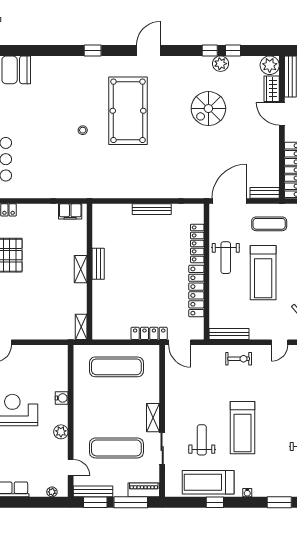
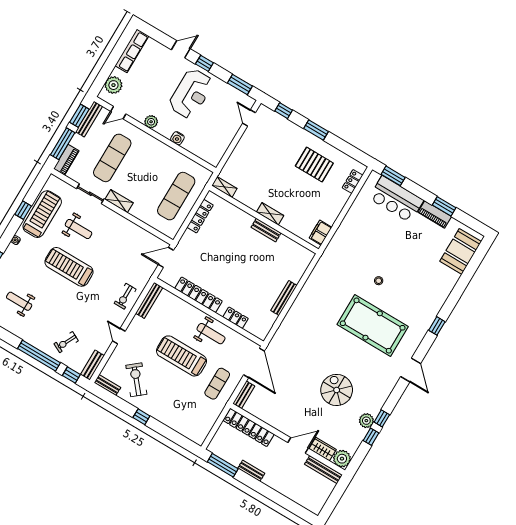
locker: (197, 243) -> (236, 318), width x0.66
weight bench: (226, 258) -> (211, 334), turned 180
locker: (149, 333) -> (200, 216), moved
plant: (52, 492) -> (113, 85), width x1.88, depth x1.88

